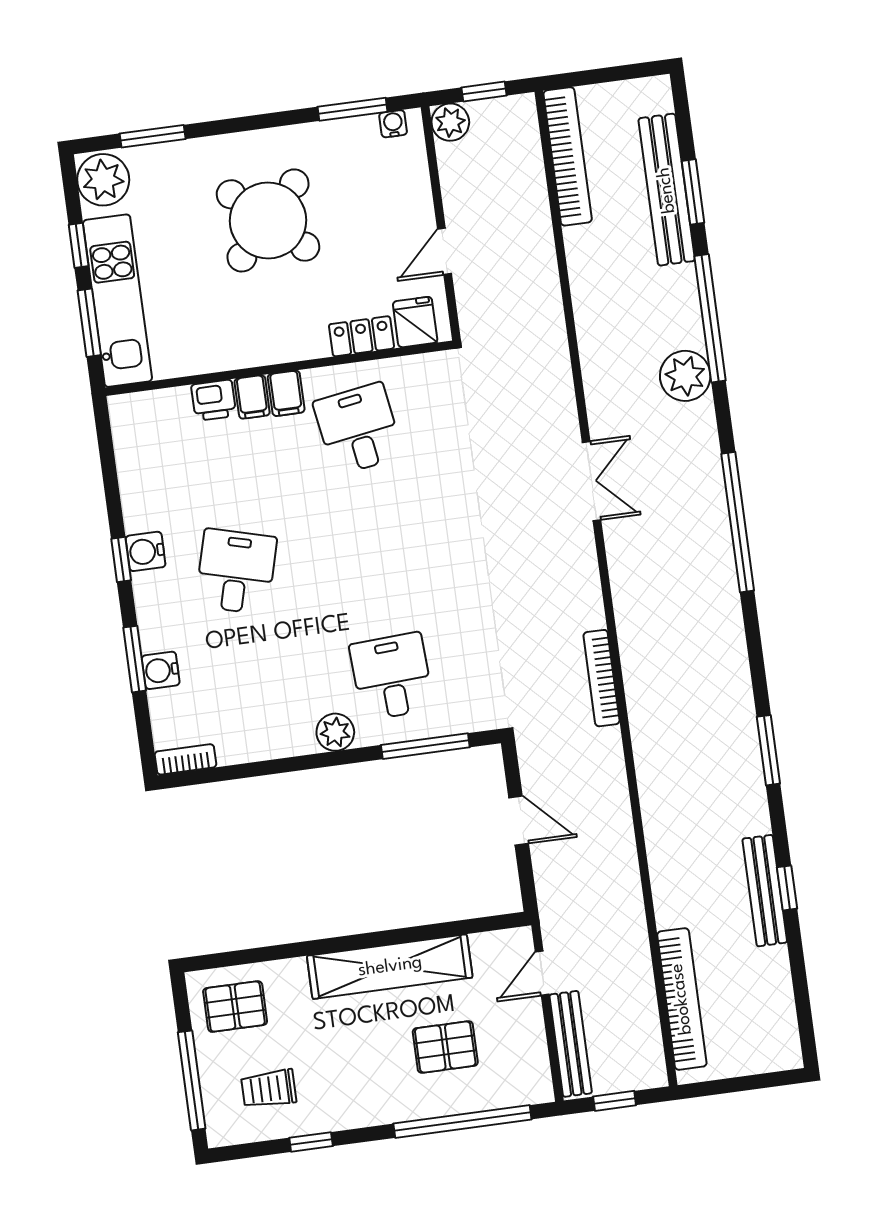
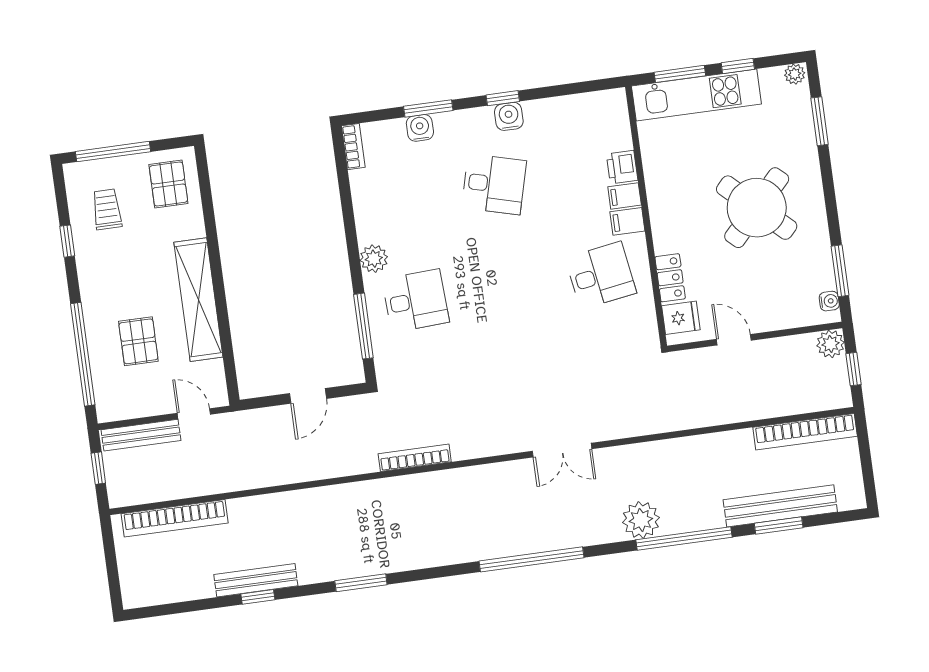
plant: (103, 180) -> (795, 74), width x0.53, depth x0.53

